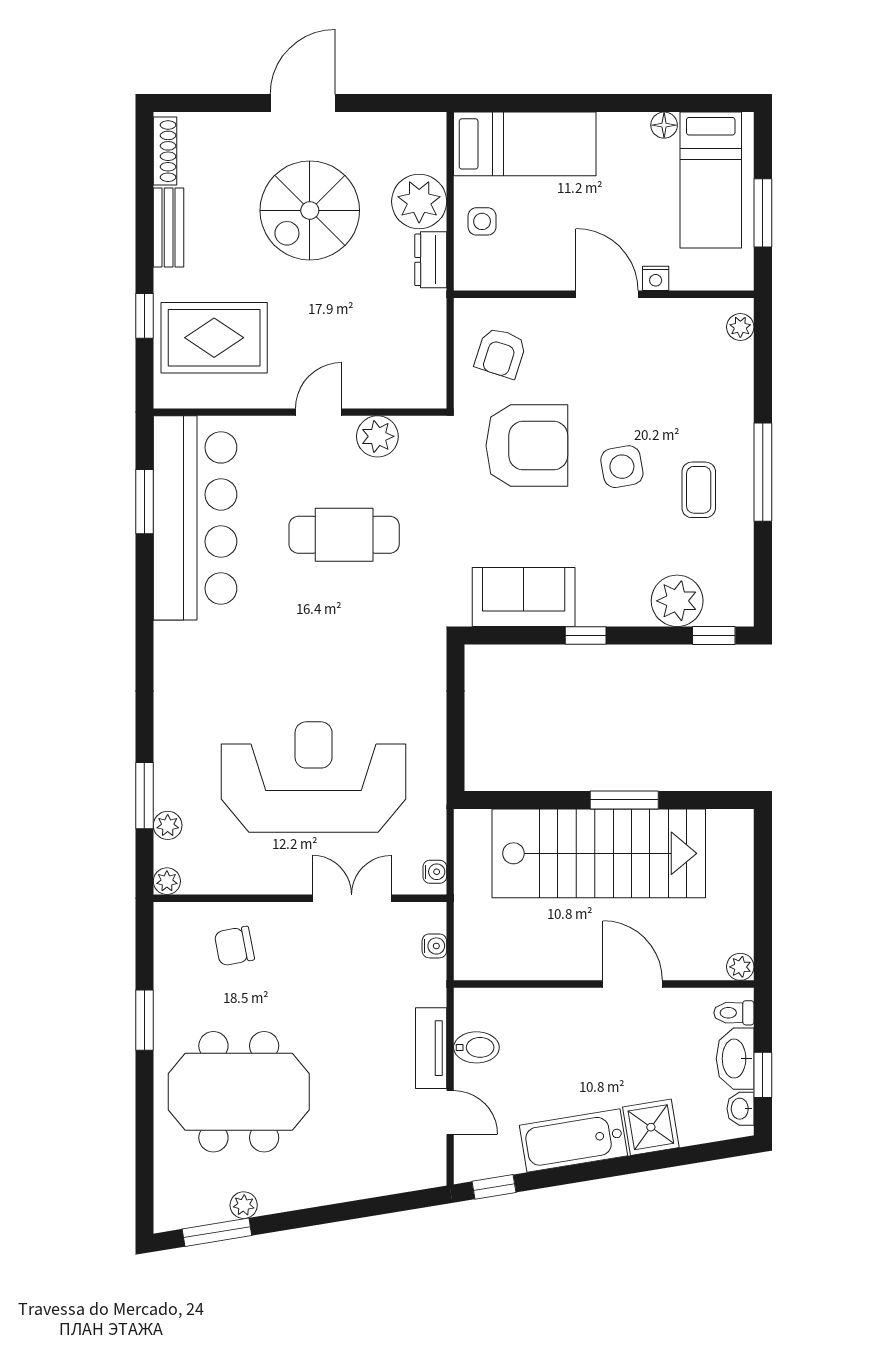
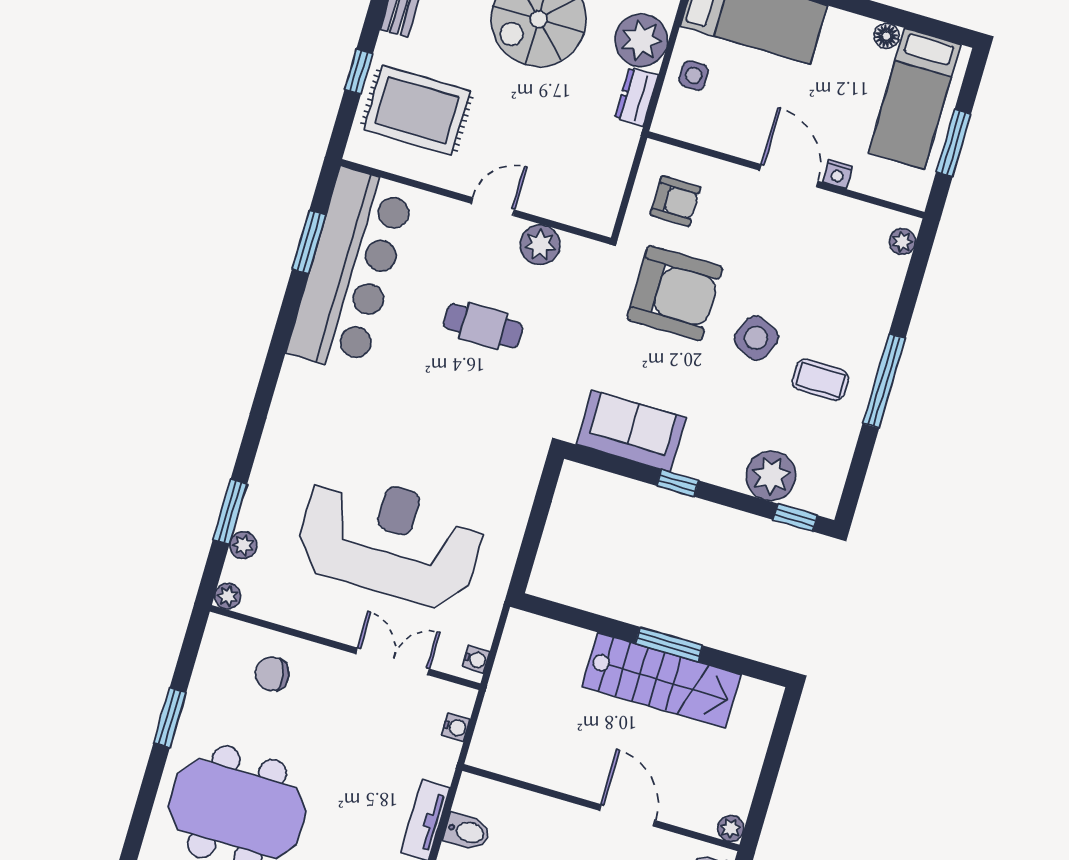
armchair: (501, 353) -> (675, 201), turned -108
side table: (622, 467) -> (756, 338), turned 35
coffee table: (699, 490) -> (820, 380), turned 90
cafe table: (344, 535) -> (483, 326), width x0.73, depth x0.74
stairs: (599, 853) -> (661, 680), width x0.73, depth x0.66

